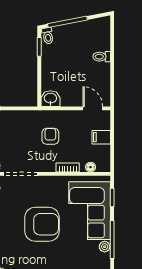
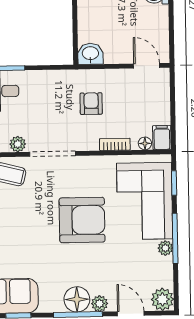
filing cabinet: (101, 137) -> (162, 138), moved, turned 90

